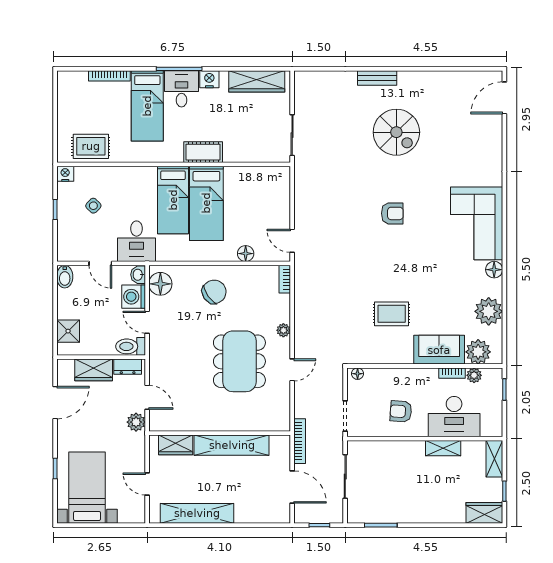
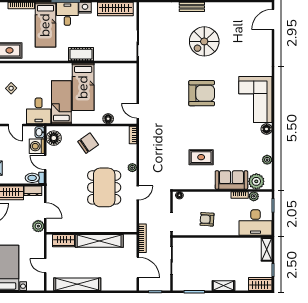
spiral stairs: (396, 132) -> (204, 41), turned 90
bed: (173, 200) -> (61, 102), moved, turned 180
armchair: (392, 213) -> (202, 93), width x1.88, depth x1.88
plant: (489, 311) -> (267, 160), width x0.53, depth x0.53
desk: (454, 417) -> (255, 223), moved
shelving: (443, 448) -> (223, 286), moved

